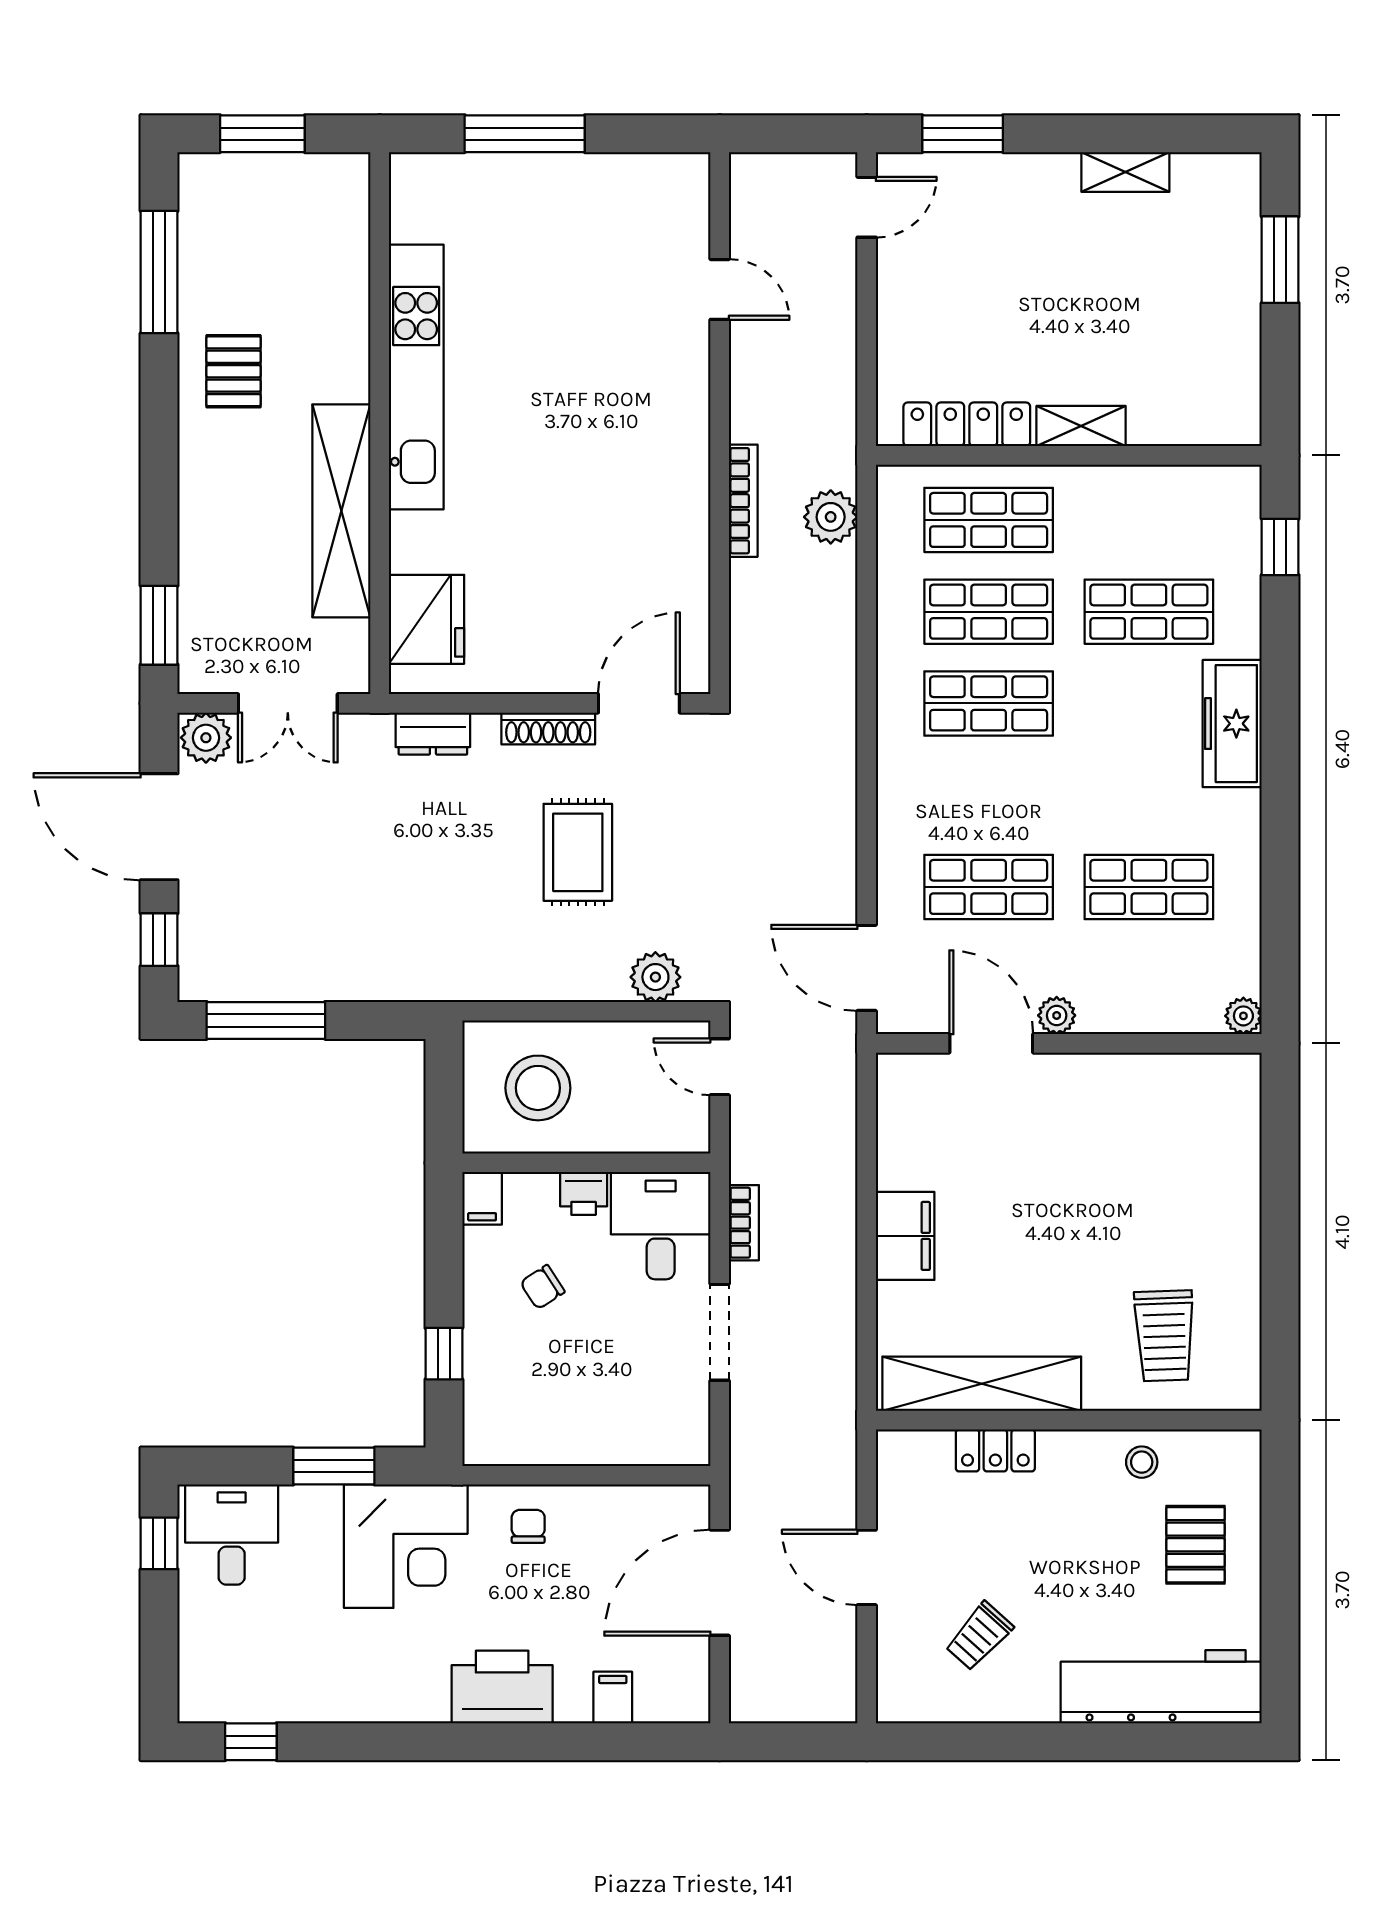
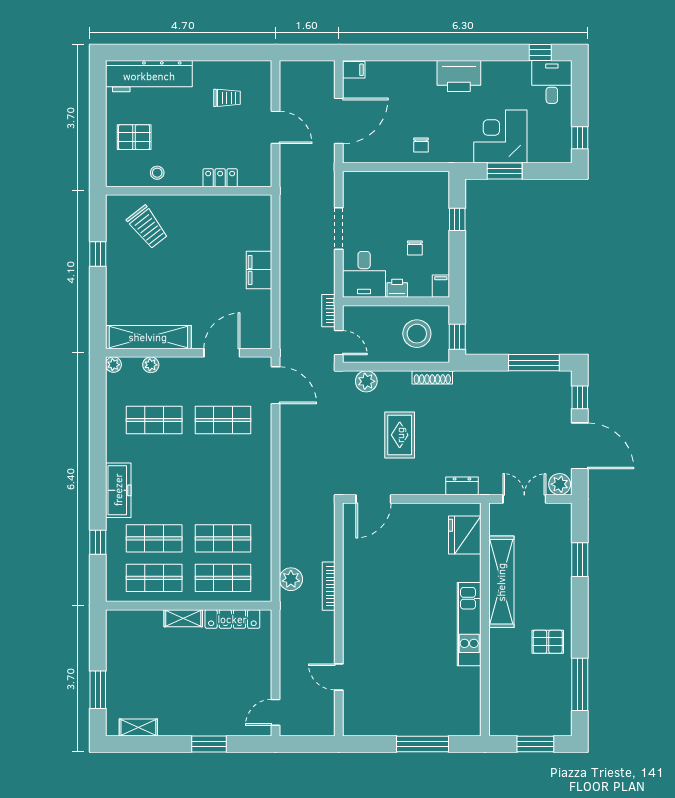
window: (963, 134) -> (209, 744), moved
shelving: (1125, 172) -> (138, 728), moved
pallet: (233, 371) -> (548, 642), turned 90
kitchen unit: (416, 377) -> (469, 624), width x0.73
window: (1280, 547) -> (98, 542), moved
window: (159, 625) -> (580, 560), moved
shop shelf: (989, 703) -> (154, 578), moved
shoe rack: (548, 728) -> (432, 377), moved, turned 180
plant: (1057, 1015) -> (151, 365), moved
door: (991, 1043) -> (222, 353), swing flipped
window: (444, 1081) -> (457, 337), added
bookcase: (744, 1223) -> (328, 311), moved
window: (1280, 1273) -> (98, 254), added
chair: (542, 1287) -> (415, 248), turned 123
trolley: (1164, 1336) -> (147, 227), turned 144
shelving: (982, 1384) -> (148, 337), moved
desk: (232, 1535) -> (552, 82), moved, turned 180
pallet: (1196, 1545) -> (134, 137), turned 90
corner desk: (406, 1546) -> (500, 137), moved
trolley: (979, 1636) -> (227, 98), turned 48
printer: (502, 1687) -> (459, 76), moved
filing cabinet: (613, 1697) -> (354, 70), moved, turned -90

